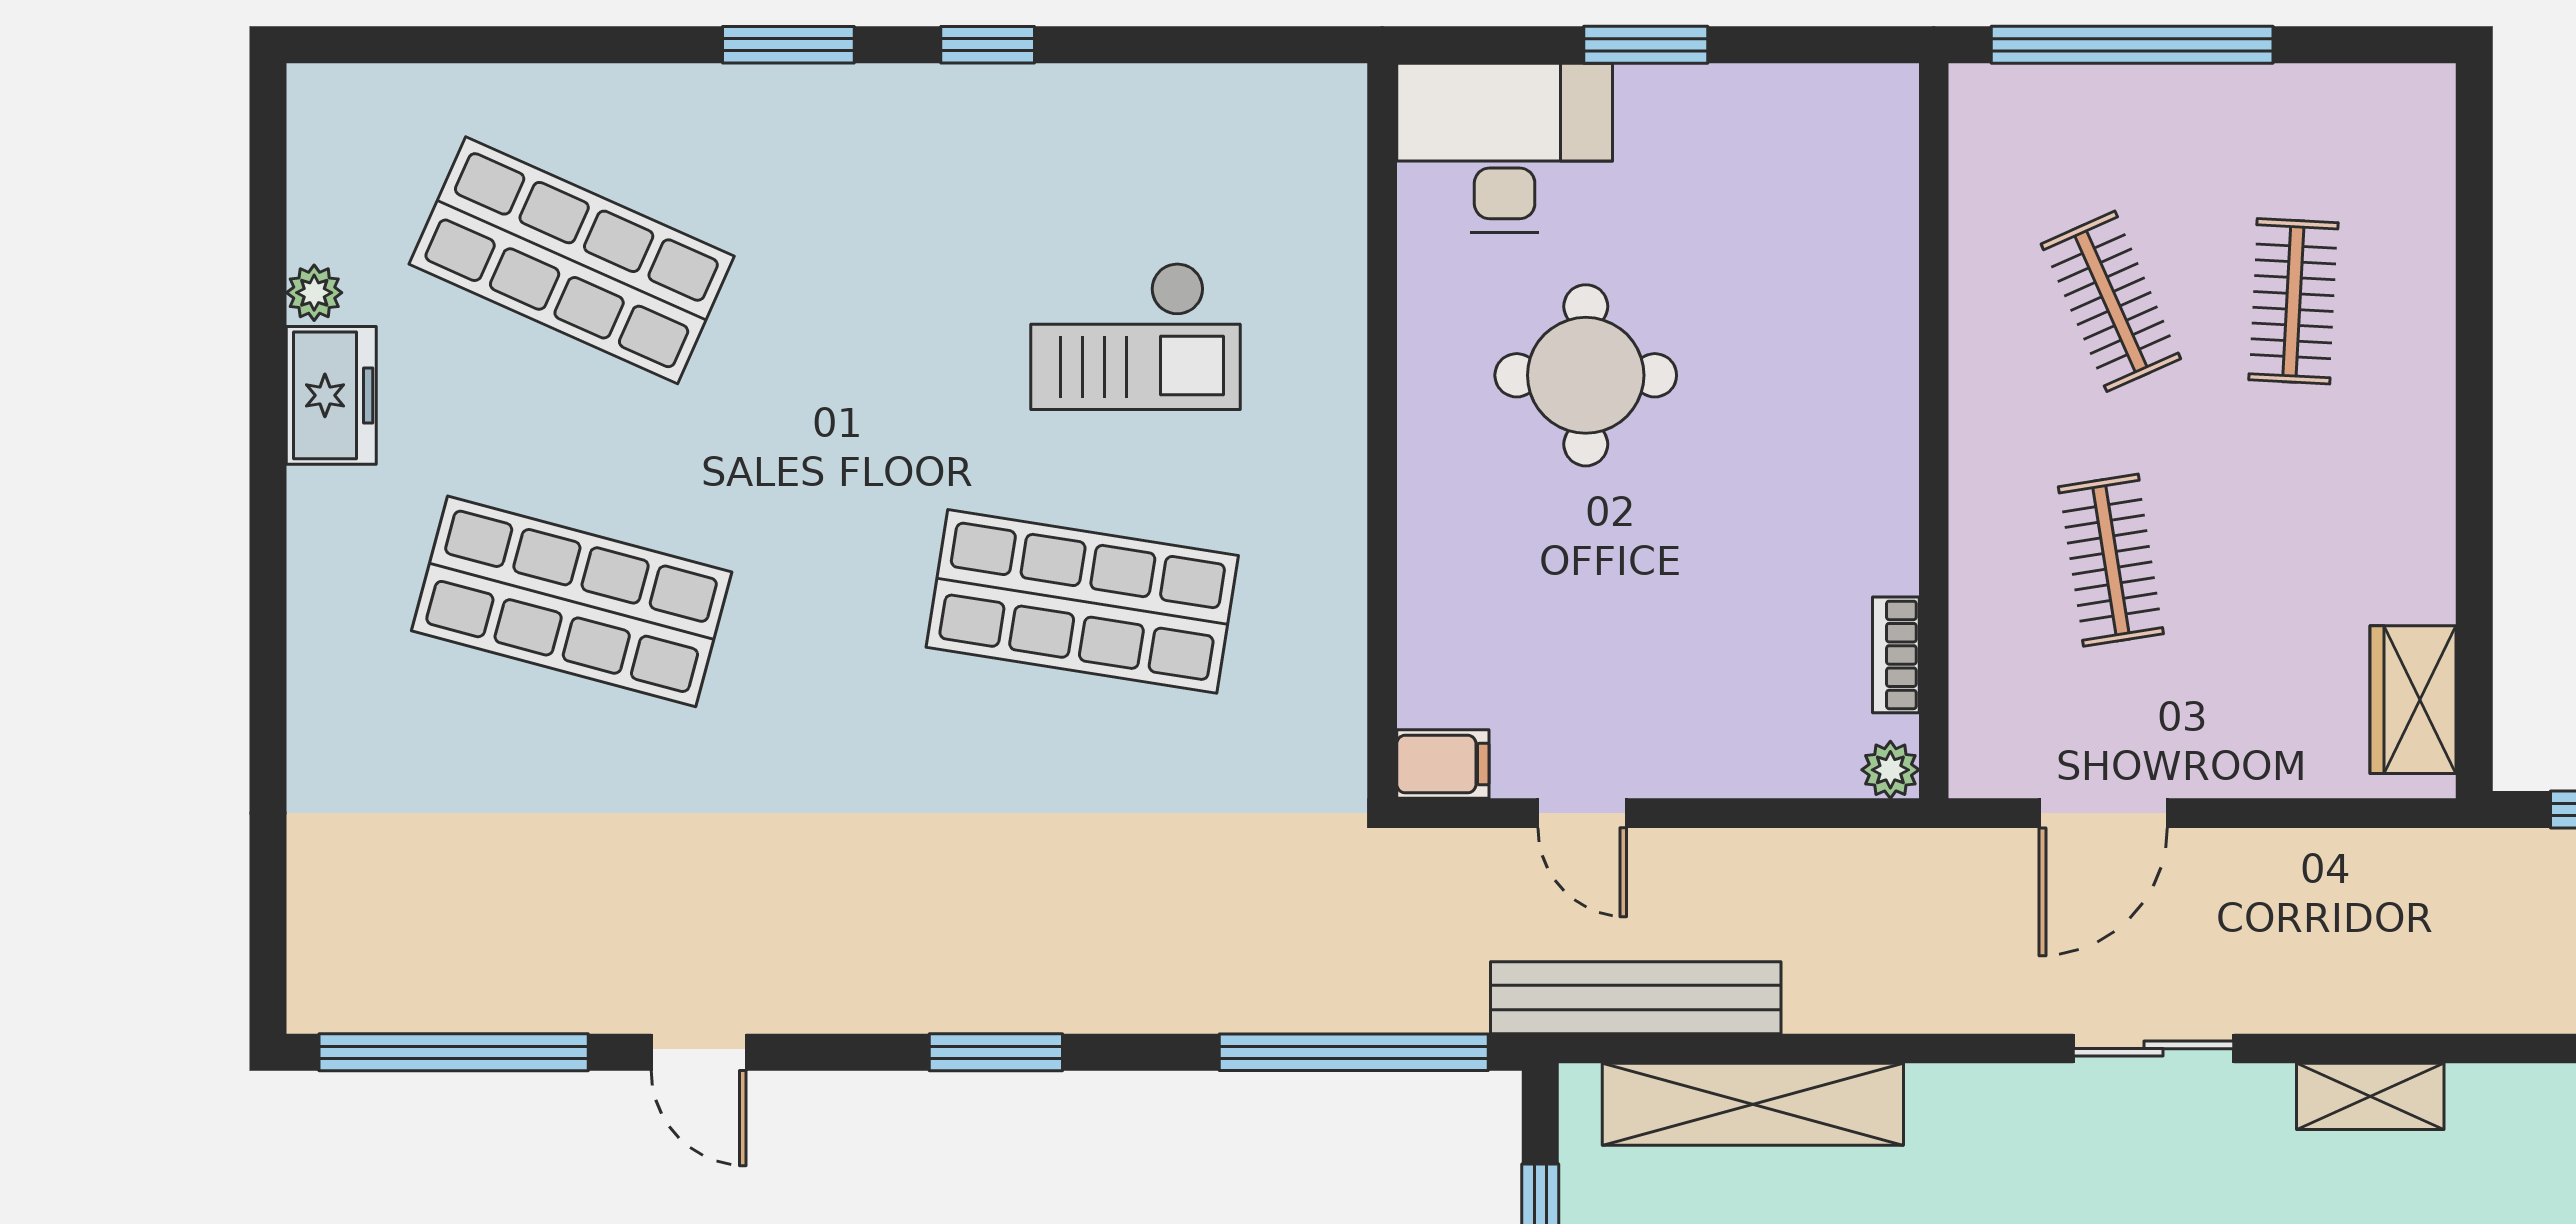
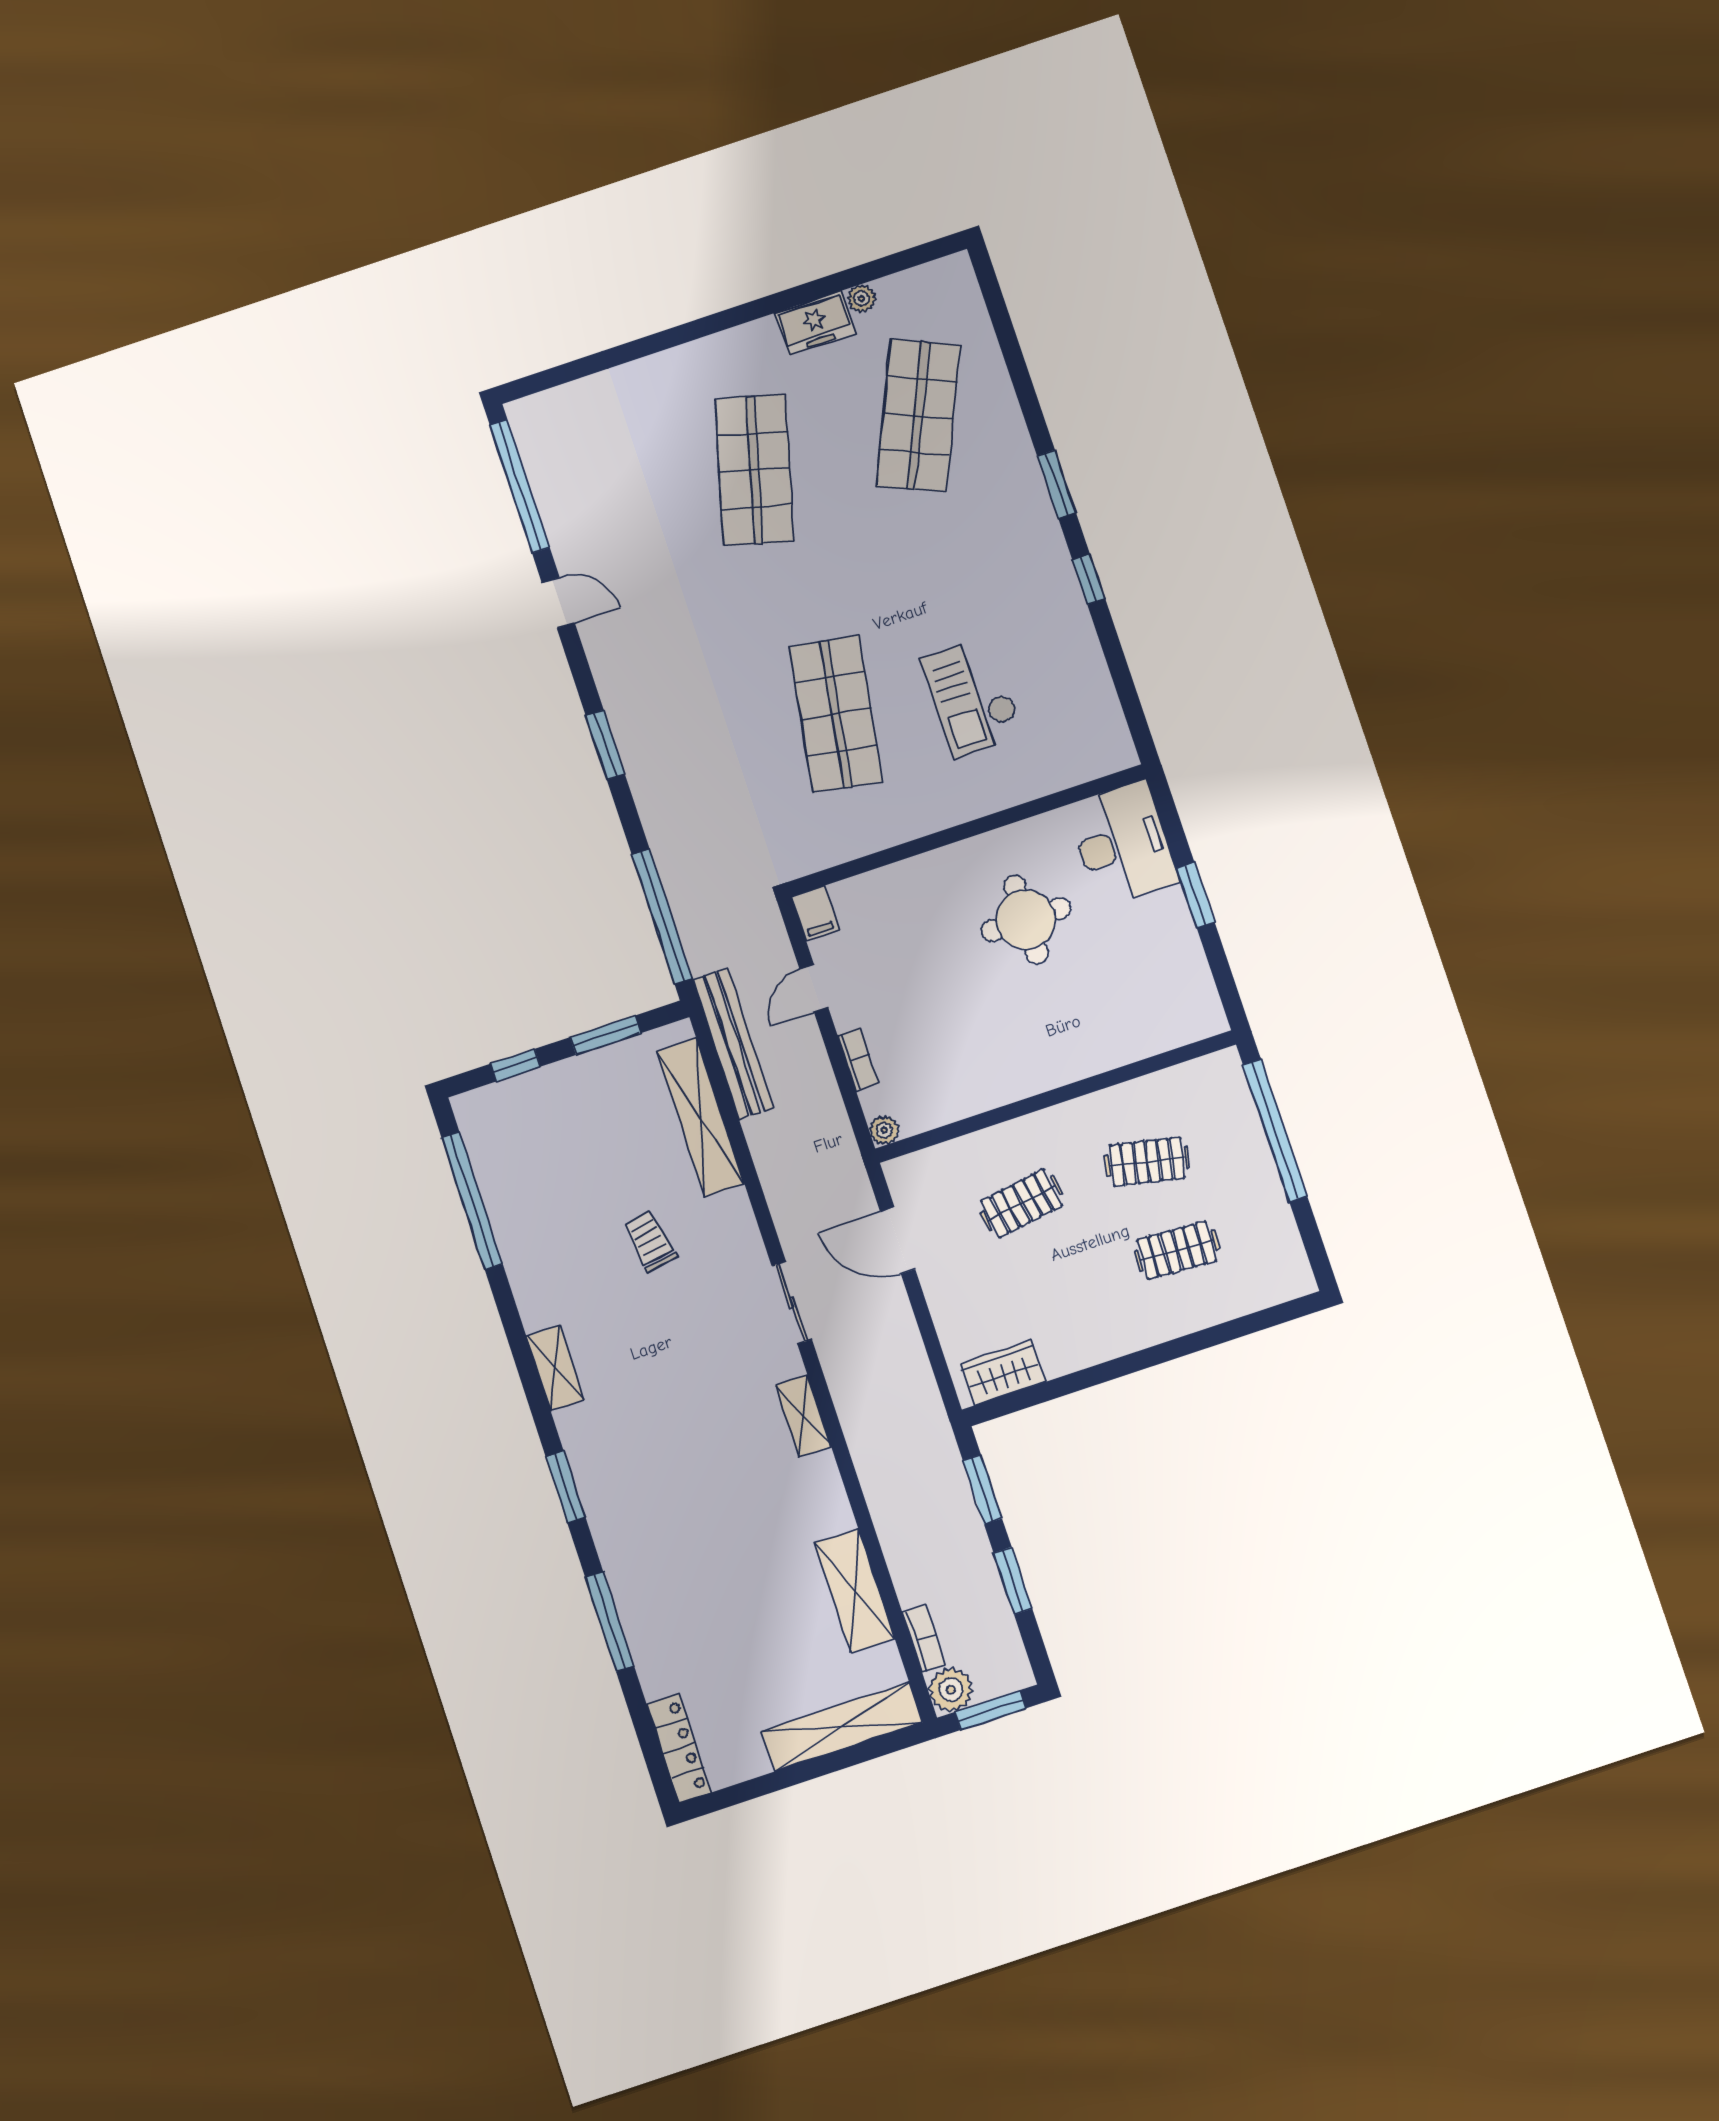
clothes rail: (2111, 301) -> (1147, 1162), turned 36
bookcase: (1896, 655) -> (858, 1059), moved, turned 90
door: (699, 1052) -> (558, 603), swing flipped

